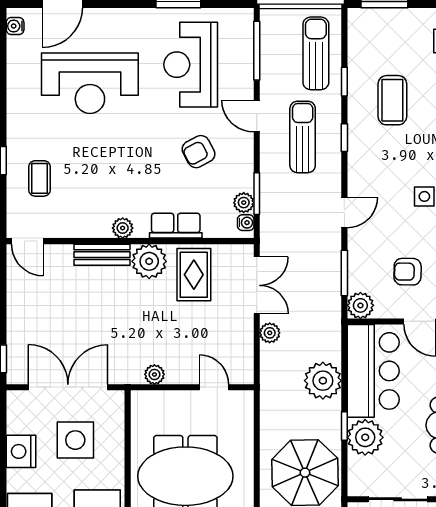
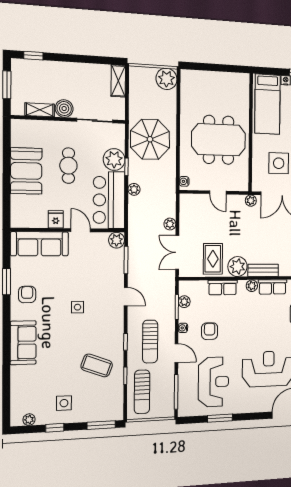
coffee table: (392, 100) -> (97, 366), turned -70
armchair: (199, 152) -> (210, 331), turned -62
door: (344, 212) -> (126, 297), swing flipped
water cooler: (246, 223) -> (183, 328), moved
row of seats: (84, 226) -> (272, 287), added
armchair: (408, 272) -> (88, 261), removed
plant: (154, 374) -> (251, 201), moved
plant: (323, 381) -> (134, 189), width x0.53, depth x0.53
door: (214, 387) -> (218, 192), moved
water cooler: (246, 405) -> (184, 181), added

